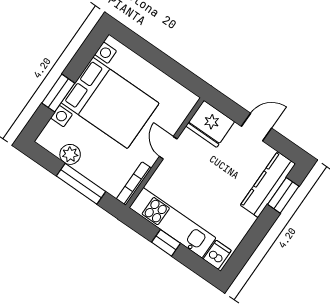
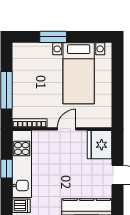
bed with nightstands: (110, 103) -> (79, 73), width x0.73
plant: (70, 154) -> (20, 71), removed

